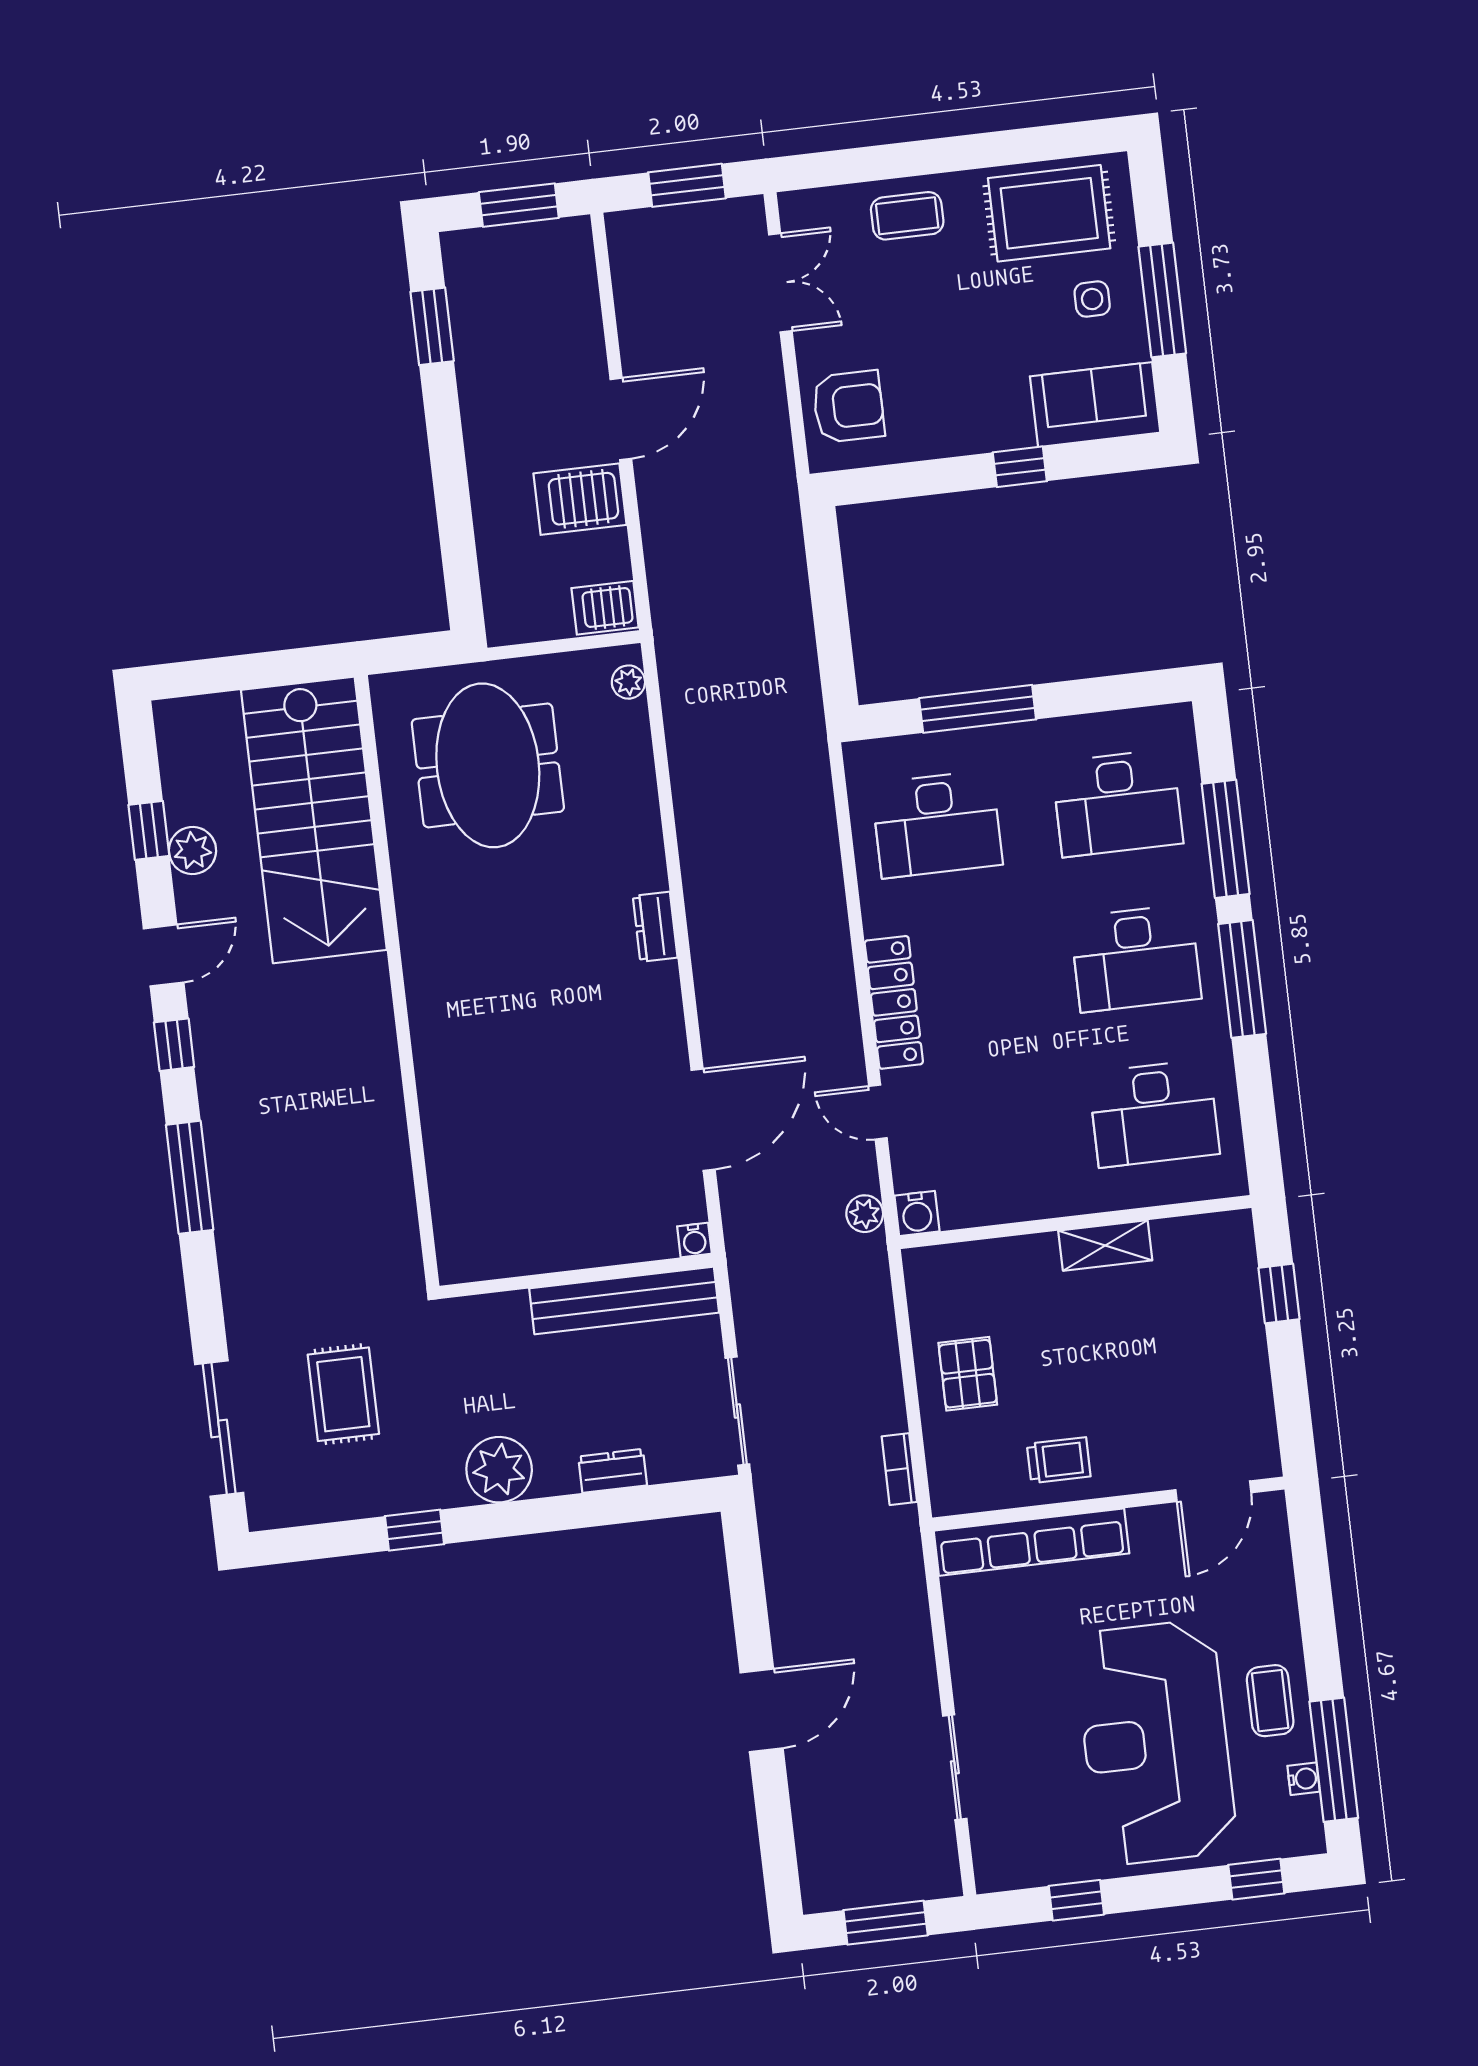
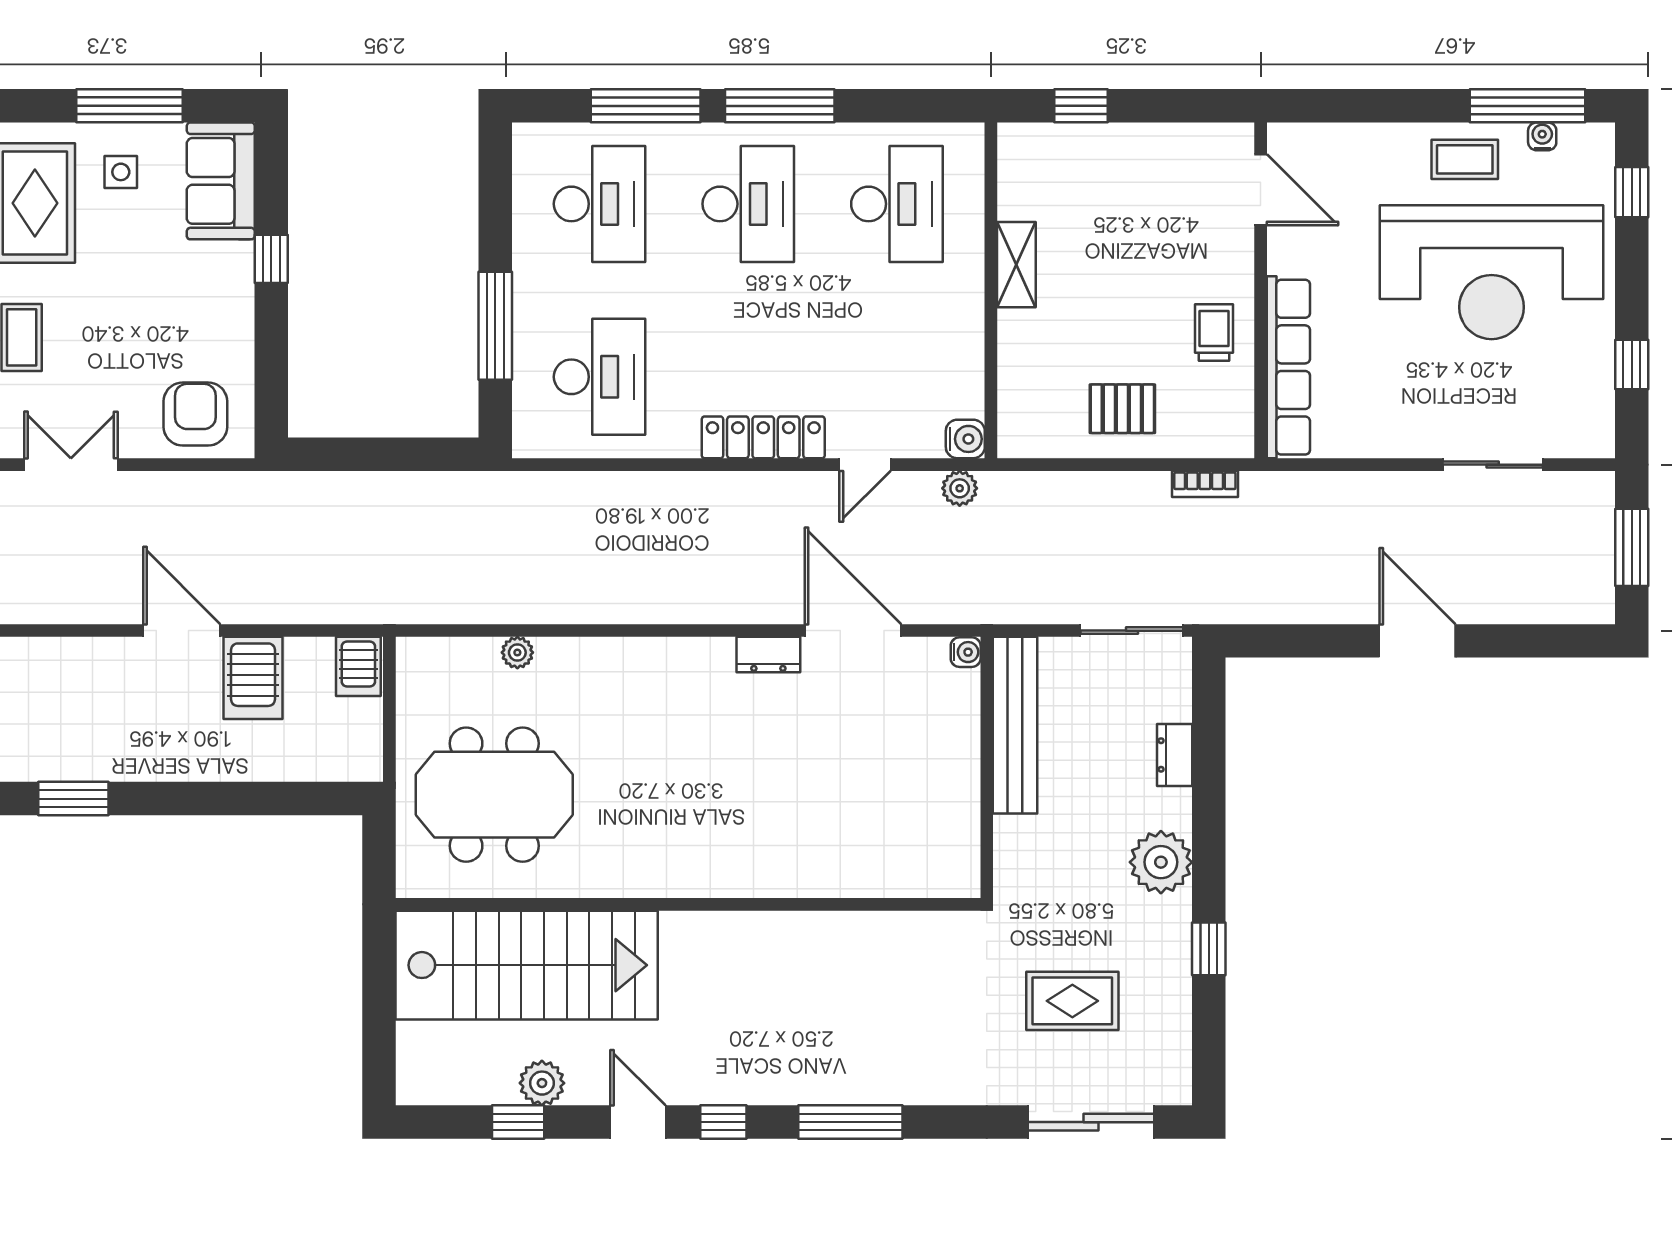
plant: (628, 682) -> (517, 653), moved
dresser: (655, 927) -> (768, 655), moved

